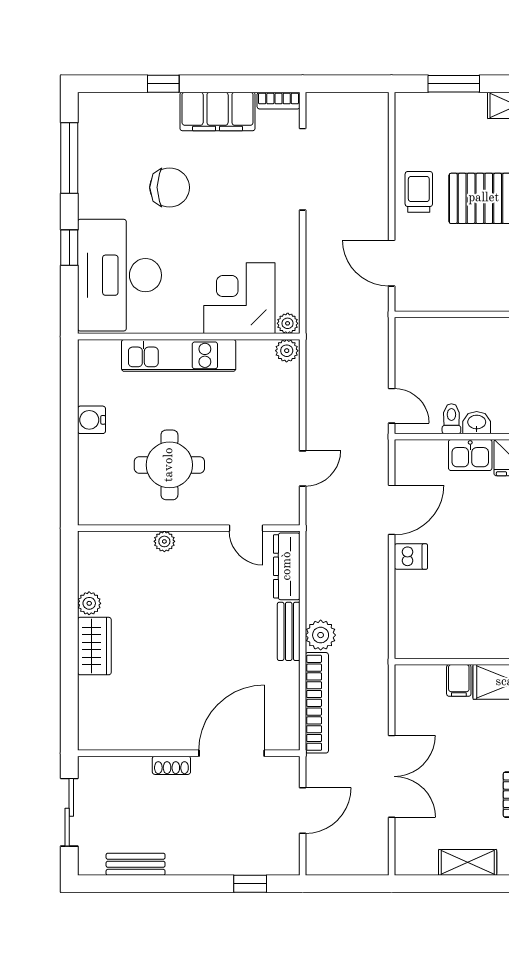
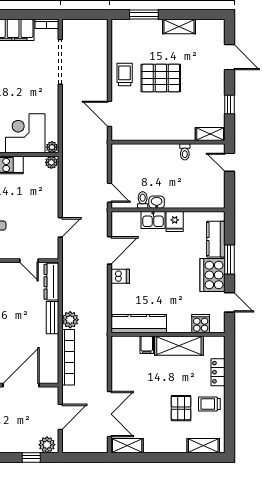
kitchen counter: (444, 642) -> (139, 324), added
double door: (392, 776) -> (109, 414), moved
plant: (279, 861) -> (47, 445), added
shelving: (468, 862) -> (127, 446), moved

